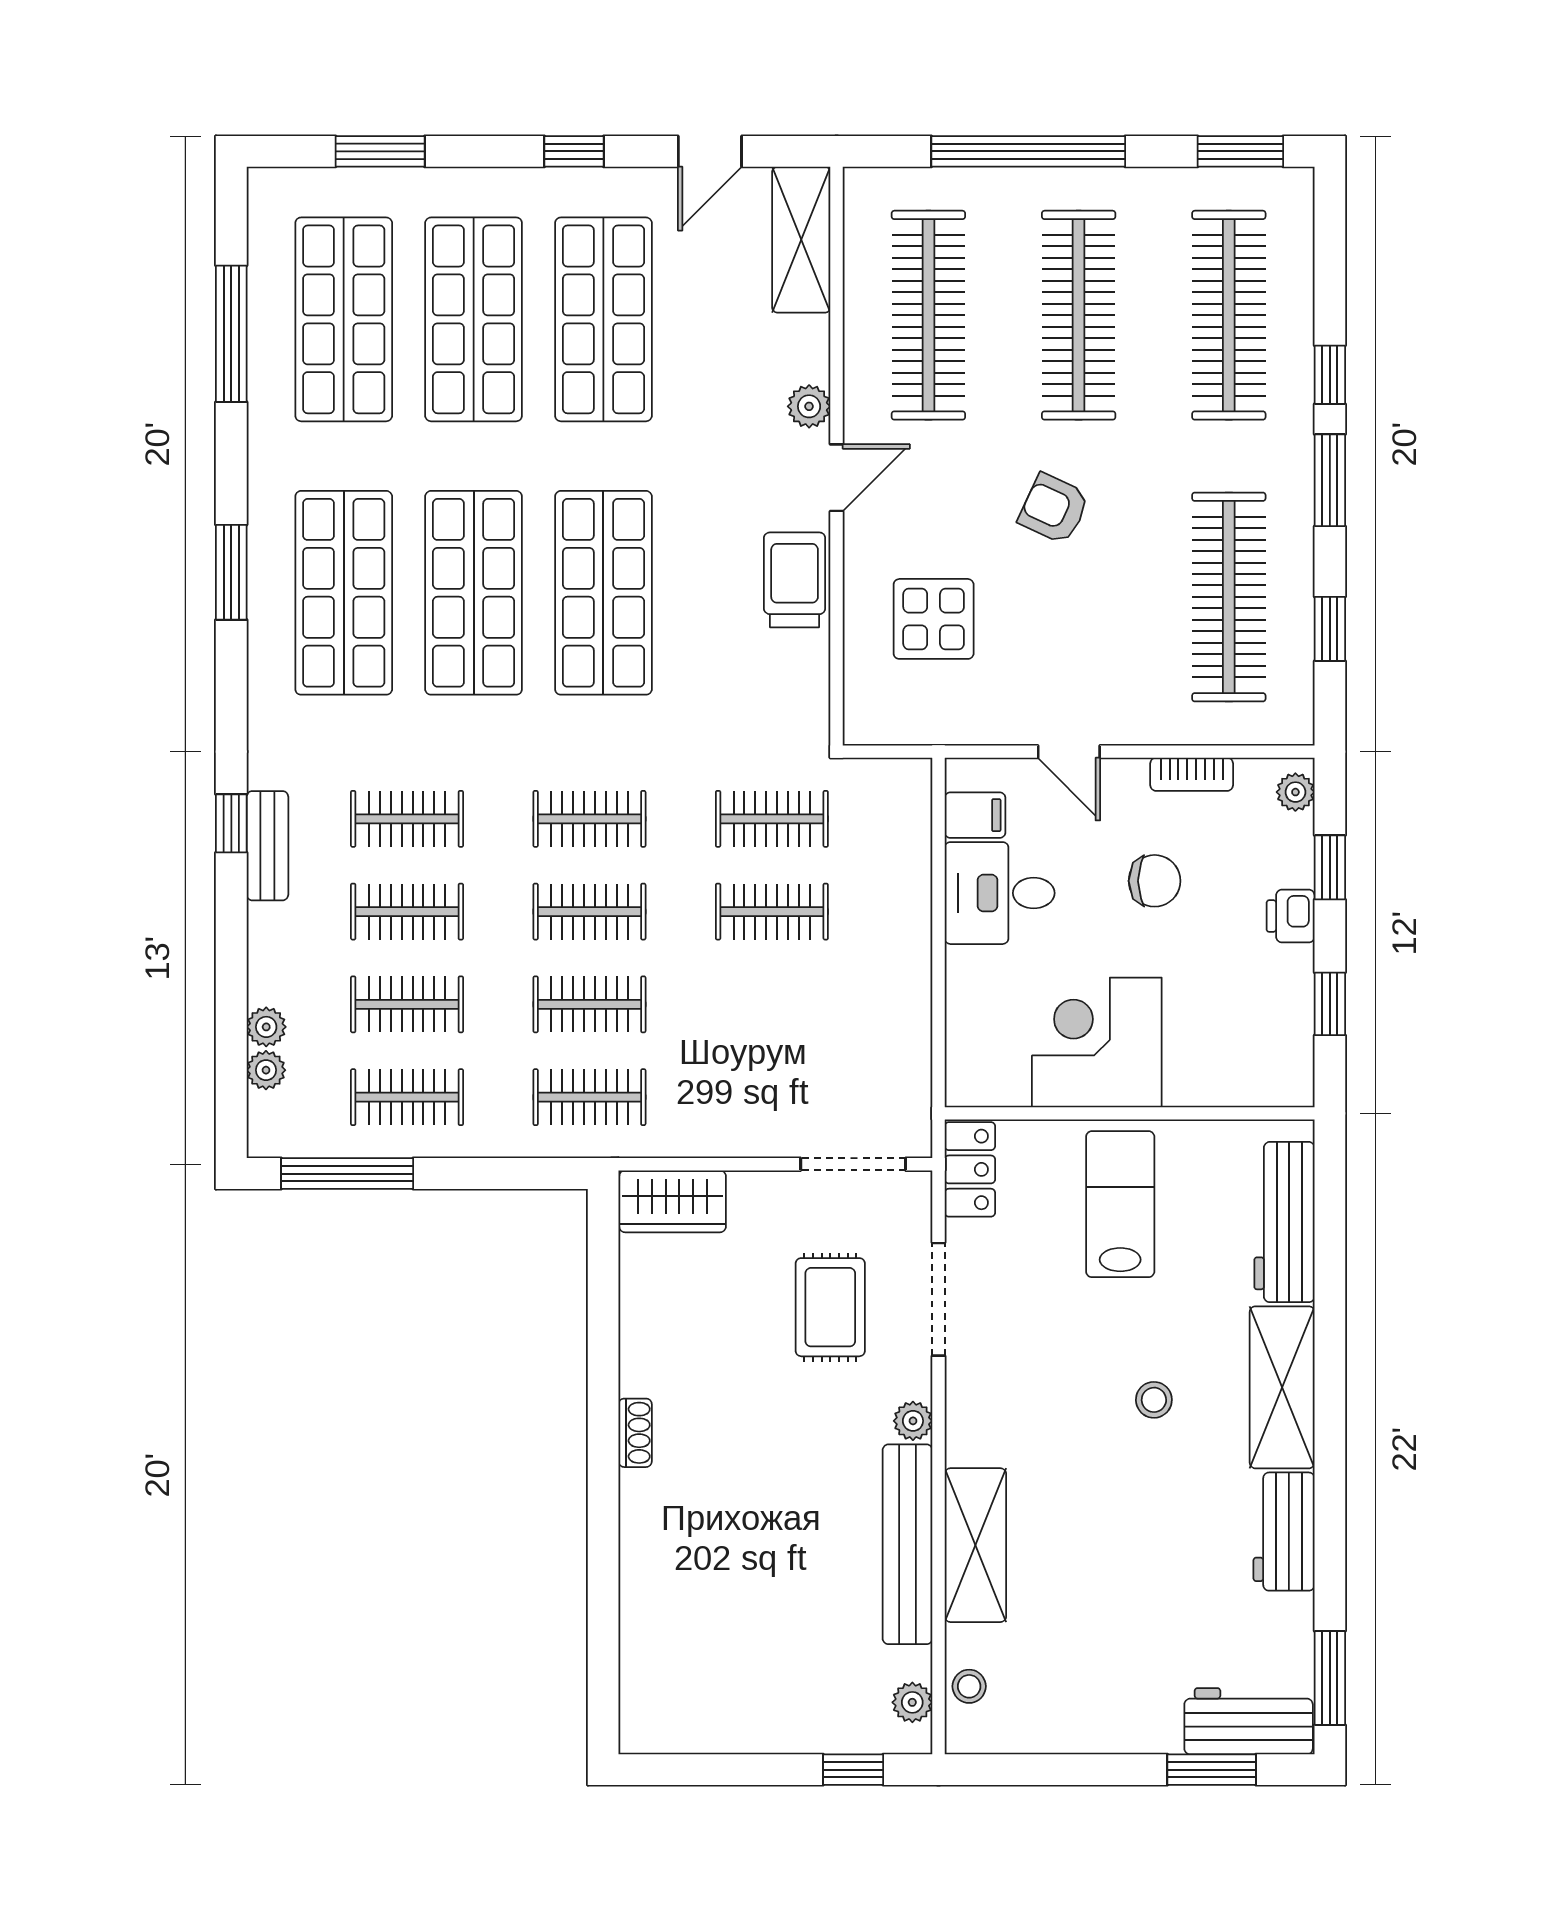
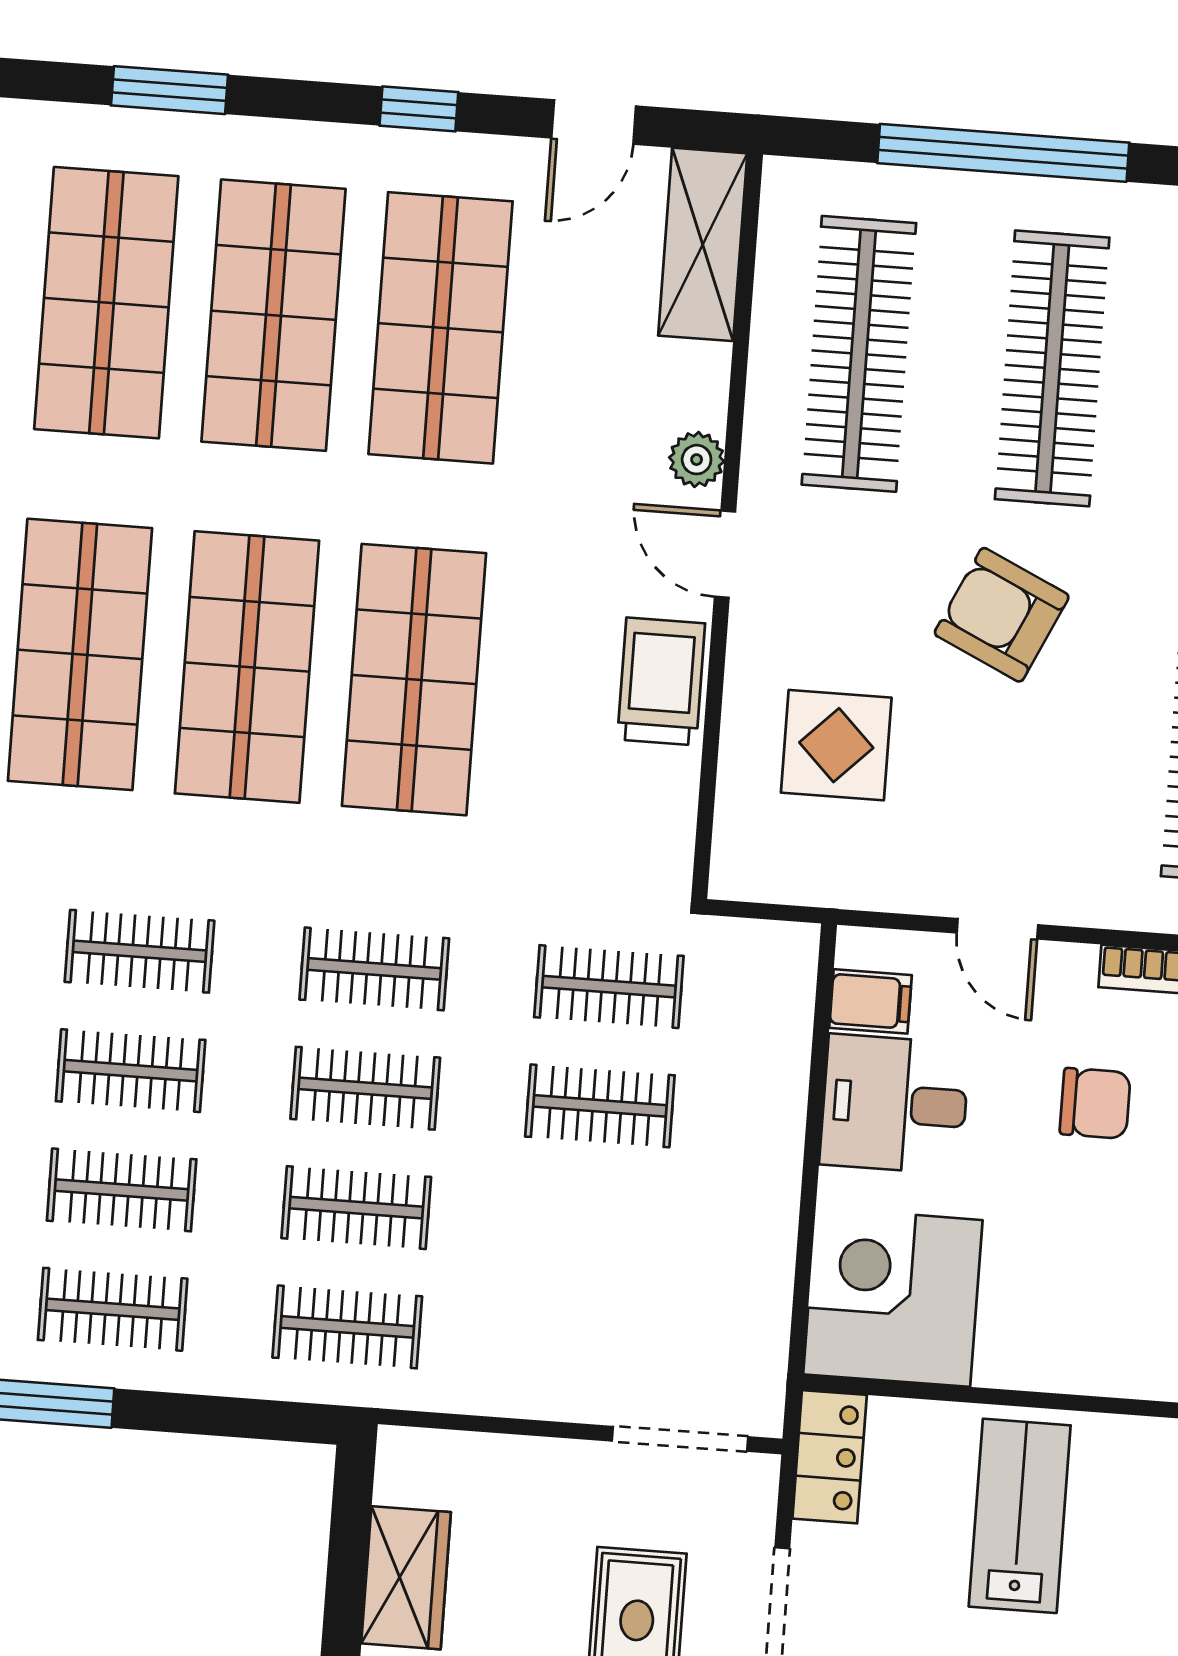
door: (837, 478) -> (725, 554), swing flipped
armchair: (1054, 509) -> (1002, 615), width x1.38, depth x1.38
corner desk: (1097, 1042) -> (893, 1297), moved
wardrobe: (673, 1201) -> (406, 1578), moved, turned -90

